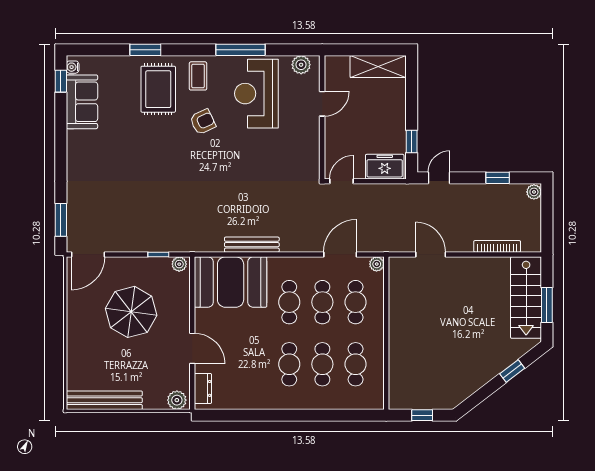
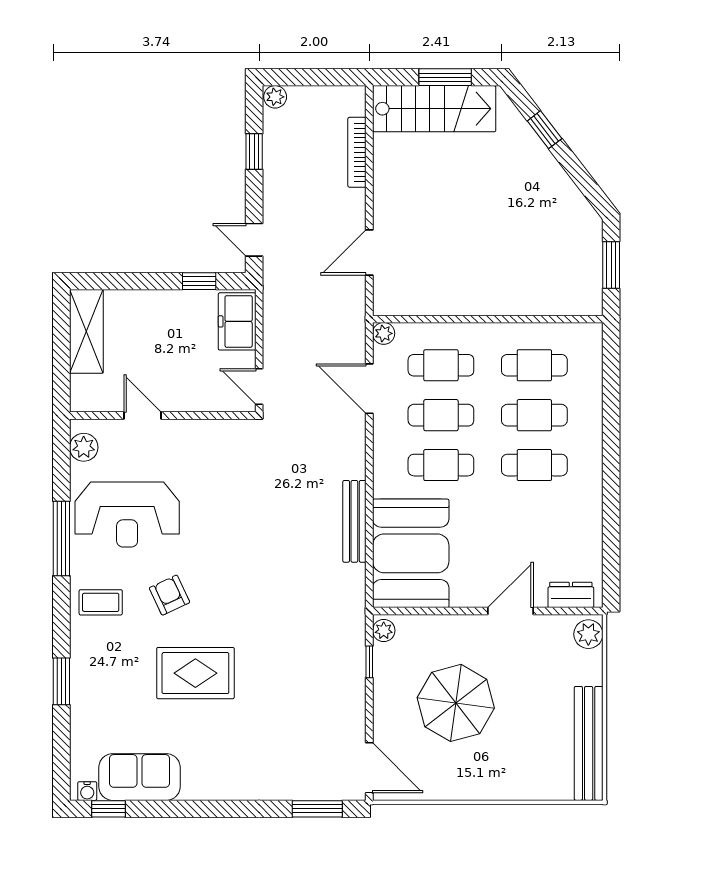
rug: (158, 89) -> (195, 673), moved
window: (422, 415) -> (611, 265), width x1.50

